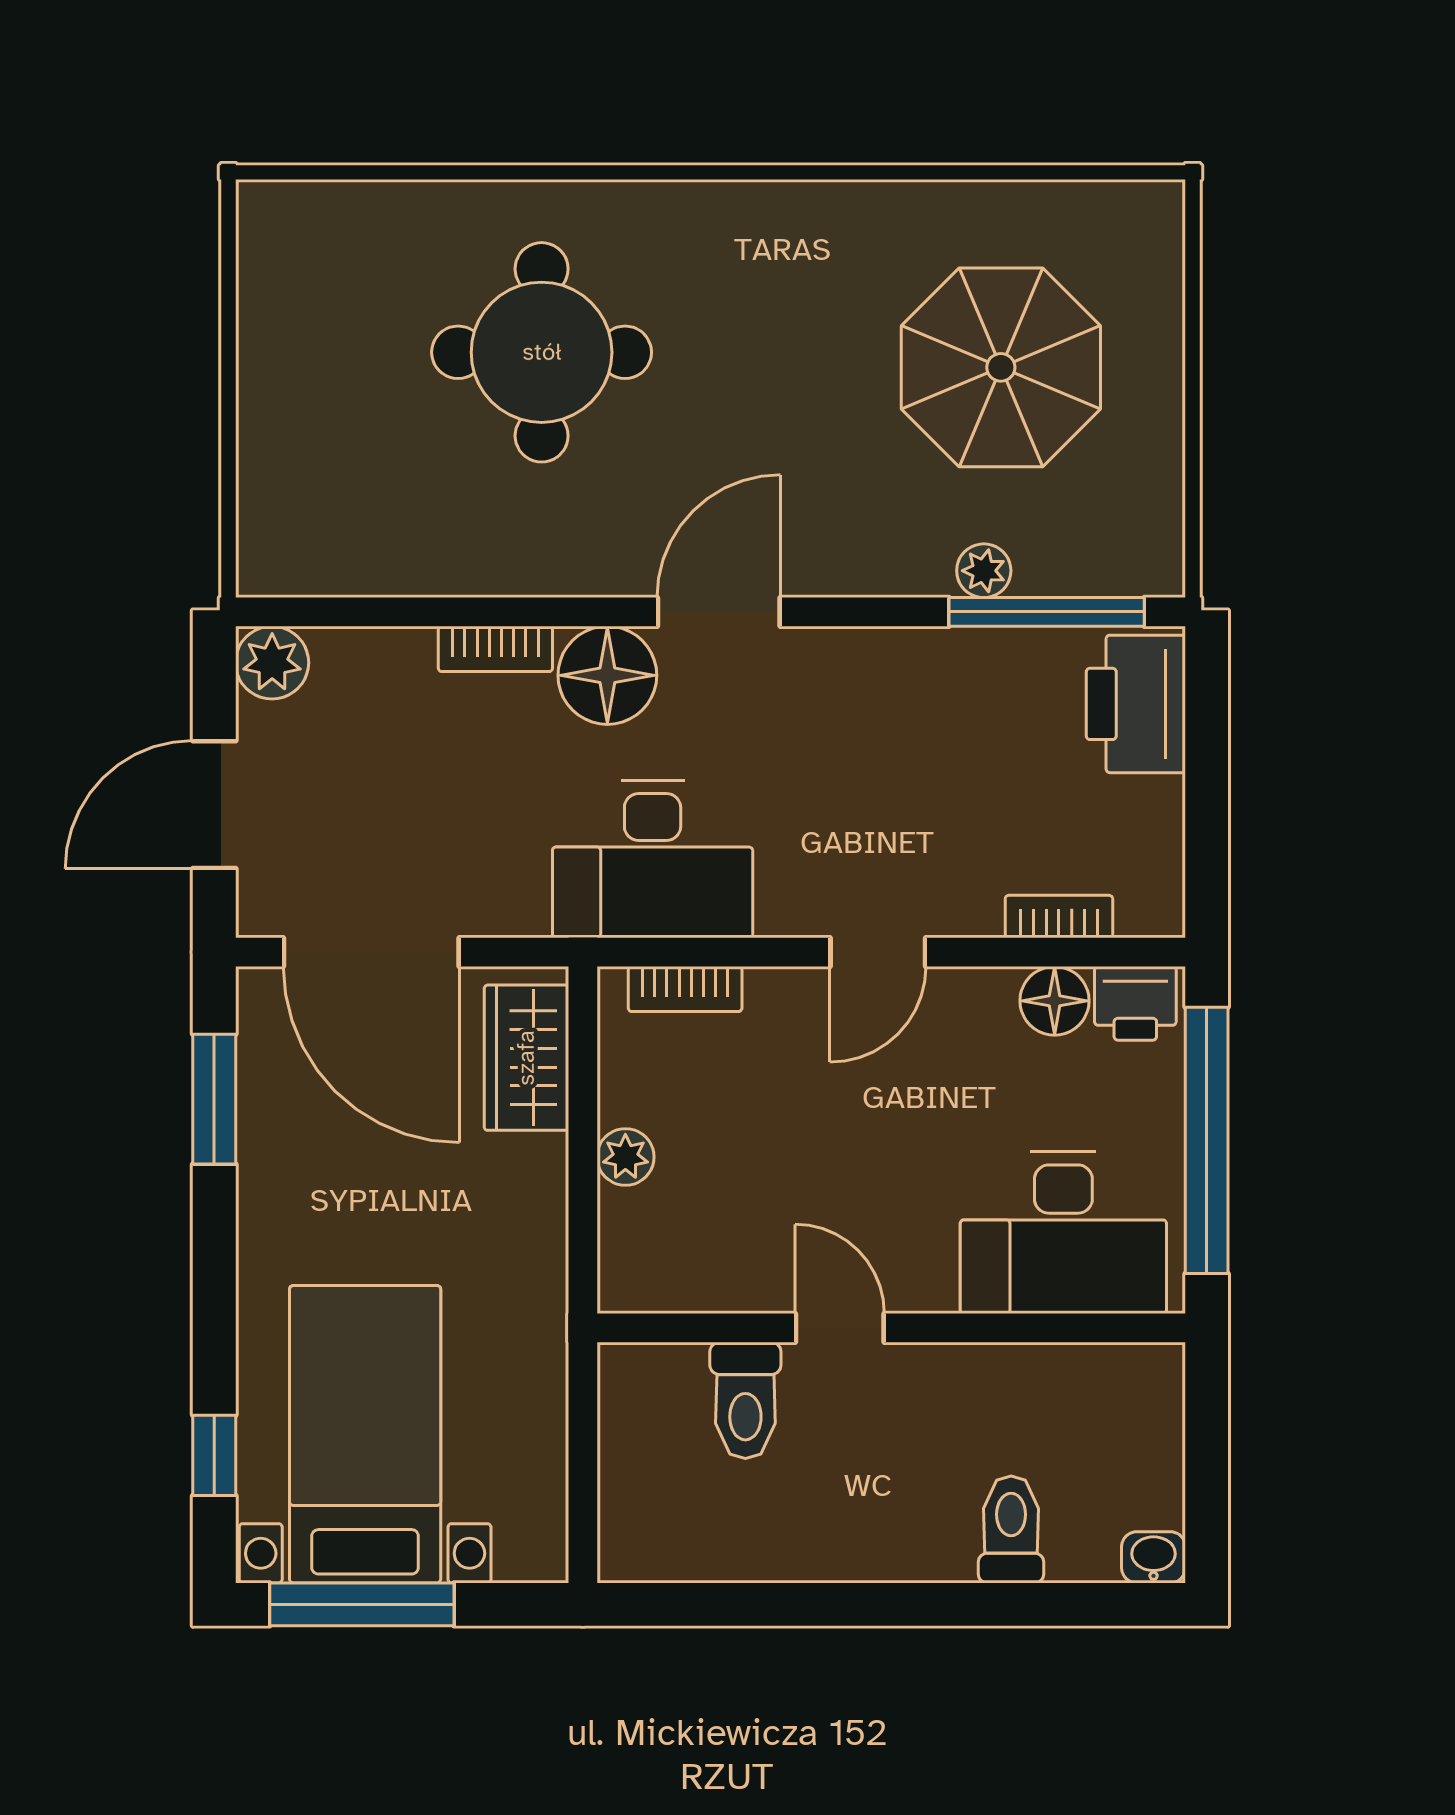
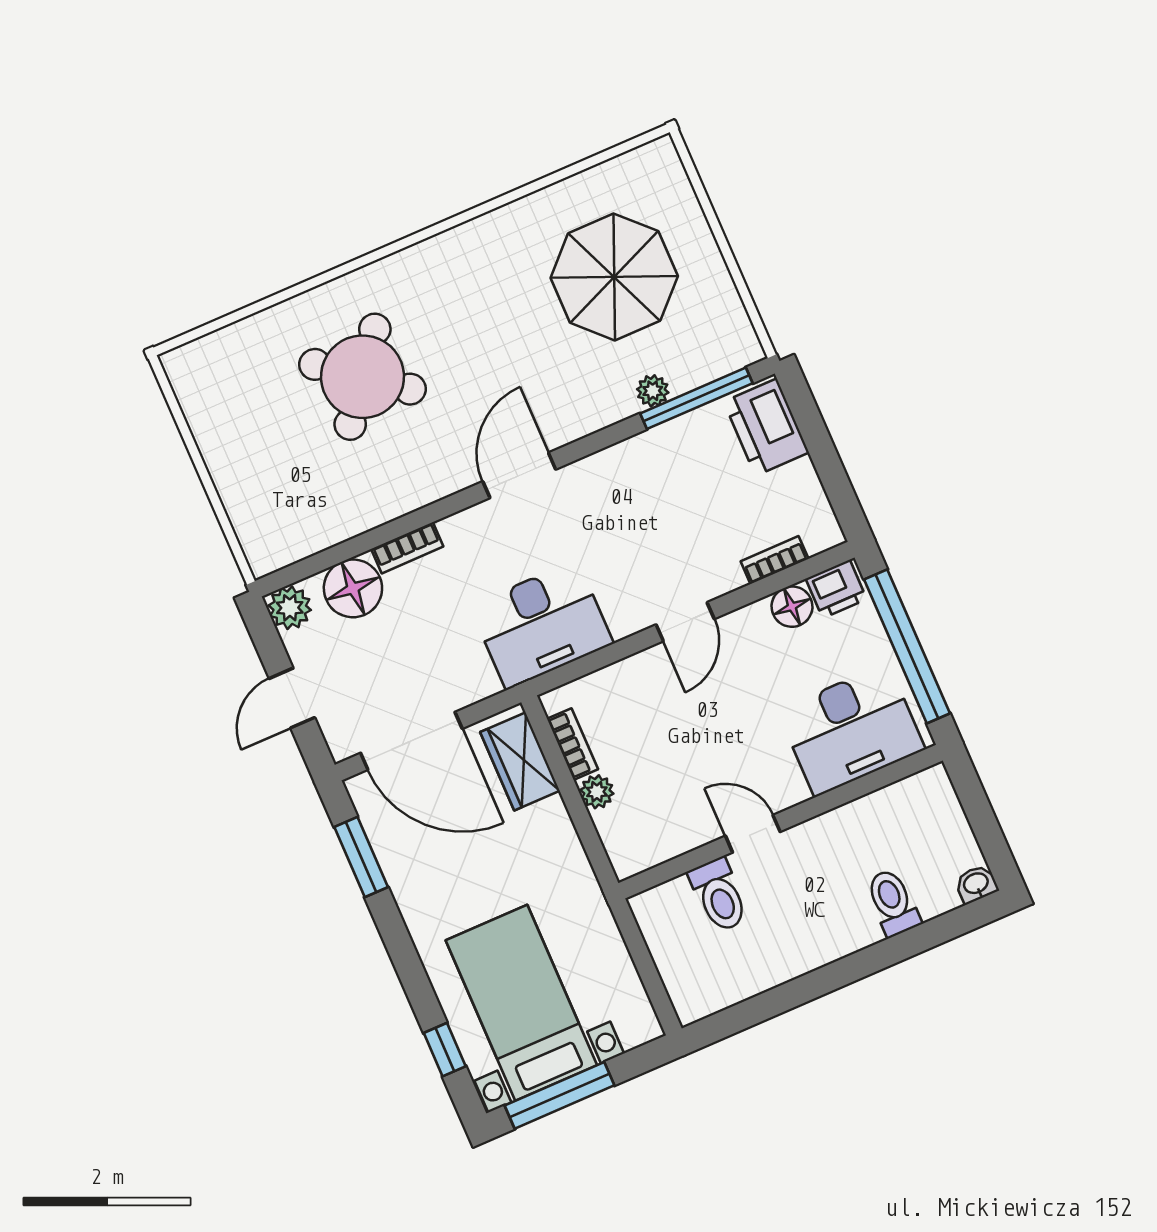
round table: (542, 352) -> (362, 377), turned 38
floor lamp: (607, 675) -> (353, 588), moved
door: (214, 805) -> (292, 698), width x0.73
bookcase: (685, 989) -> (572, 744), moved, turned -90

